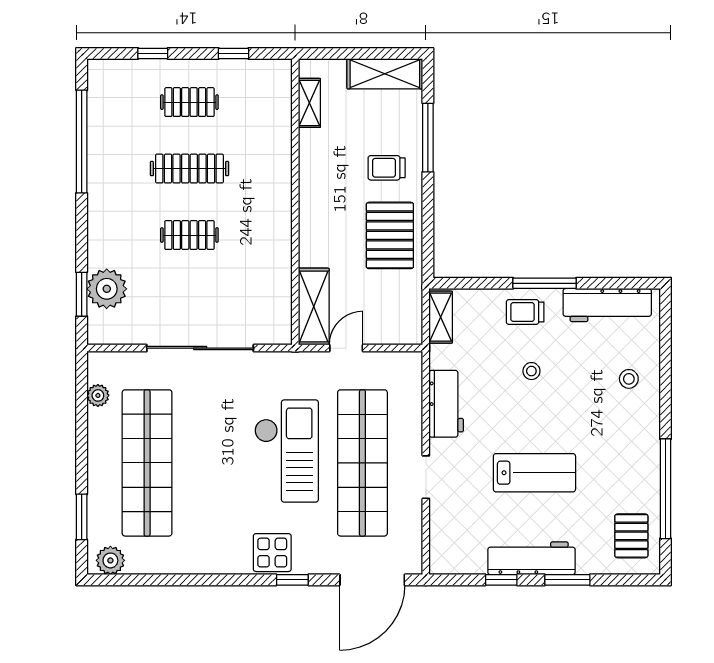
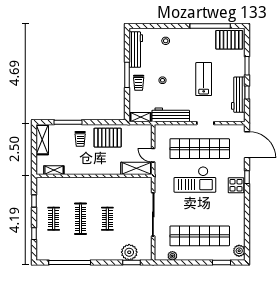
workbench: (446, 404) -> (171, 115), width x1.38
checkout: (286, 451) -> (195, 179), turned 180
pallet: (631, 536) -> (229, 40), width x1.50, depth x1.42
workbench: (531, 558) -> (238, 95), moved

